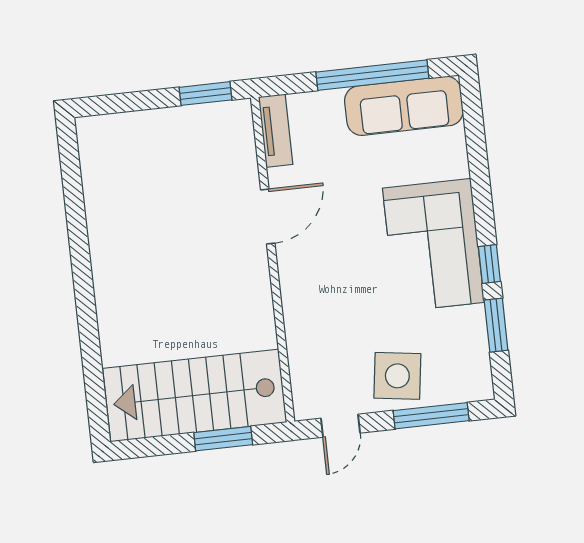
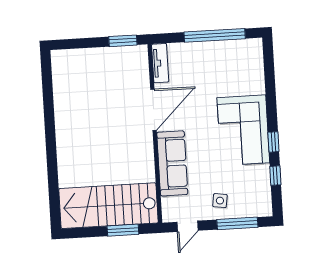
sofa: (404, 106) -> (172, 163), moved, turned -90
door: (268, 216) -> (153, 110), width x1.36
window: (496, 325) -> (275, 176), width x0.67
side table: (397, 376) -> (220, 201), width x0.54, depth x0.54

